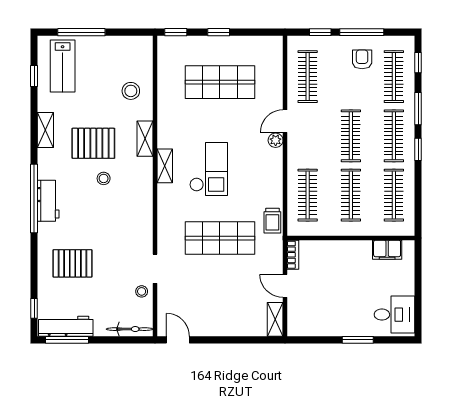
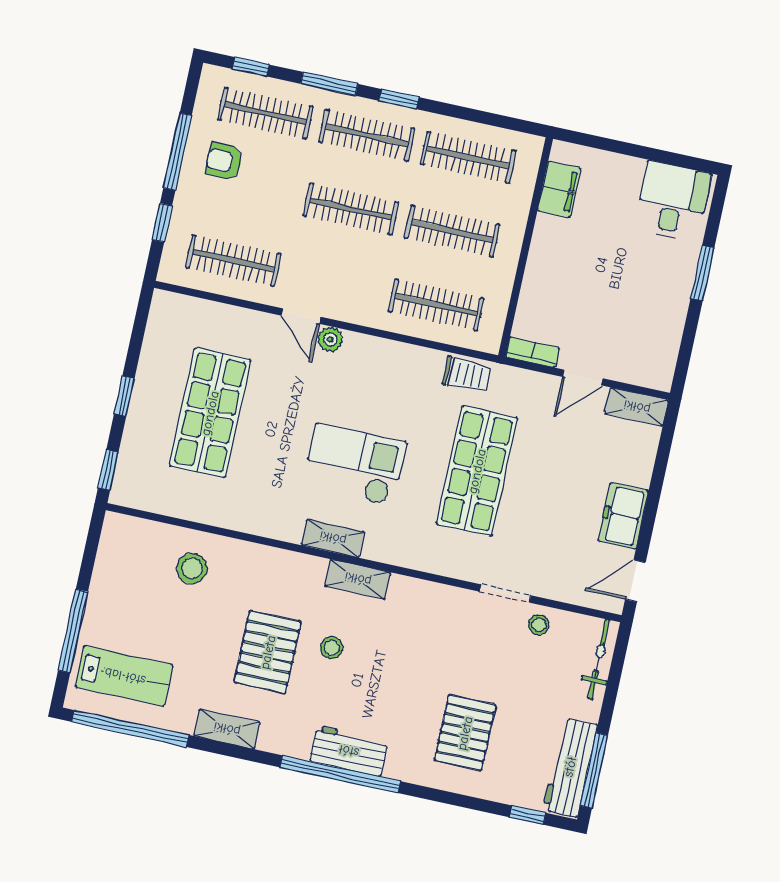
window: (34, 76) -> (130, 728), width x3.17
shelving: (145, 139) -> (358, 579), moved
freezer: (213, 325) -> (623, 516), added

